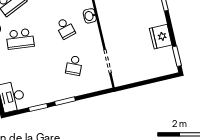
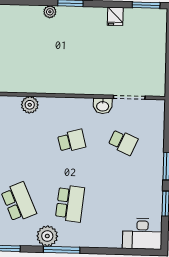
washbasin: (90, 16) -> (103, 106), moved
fridge: (161, 37) -> (115, 16), width x0.53, depth x0.75

